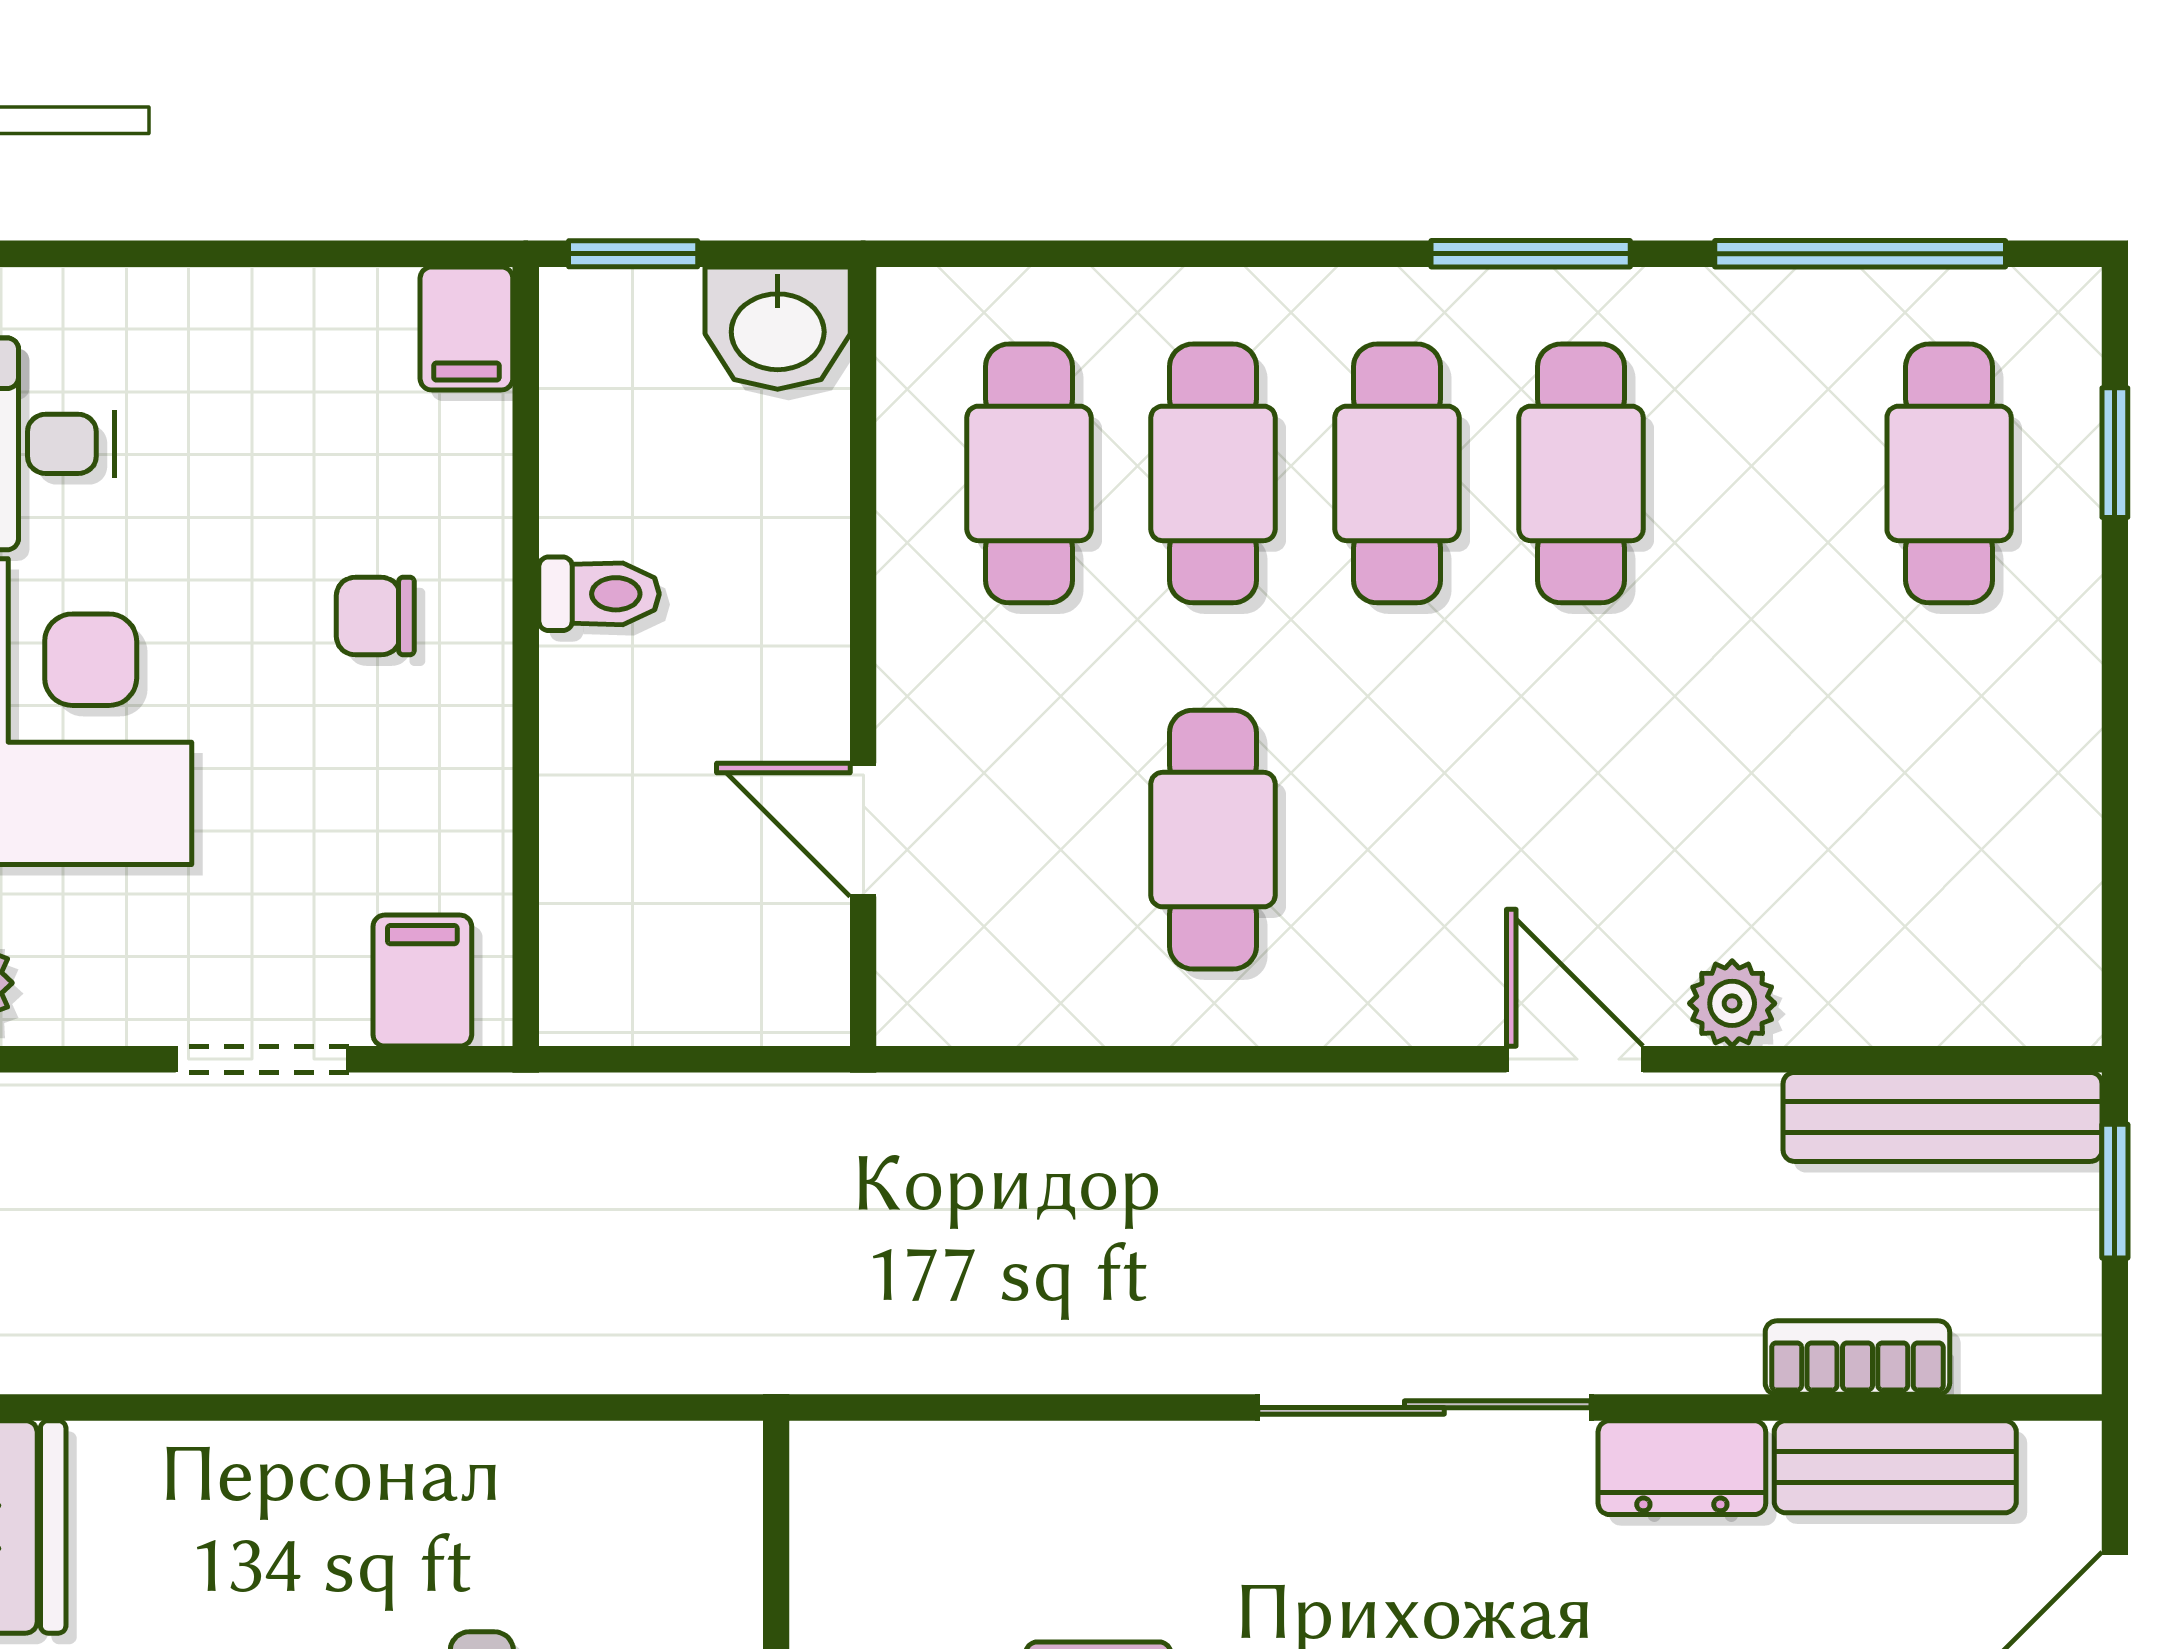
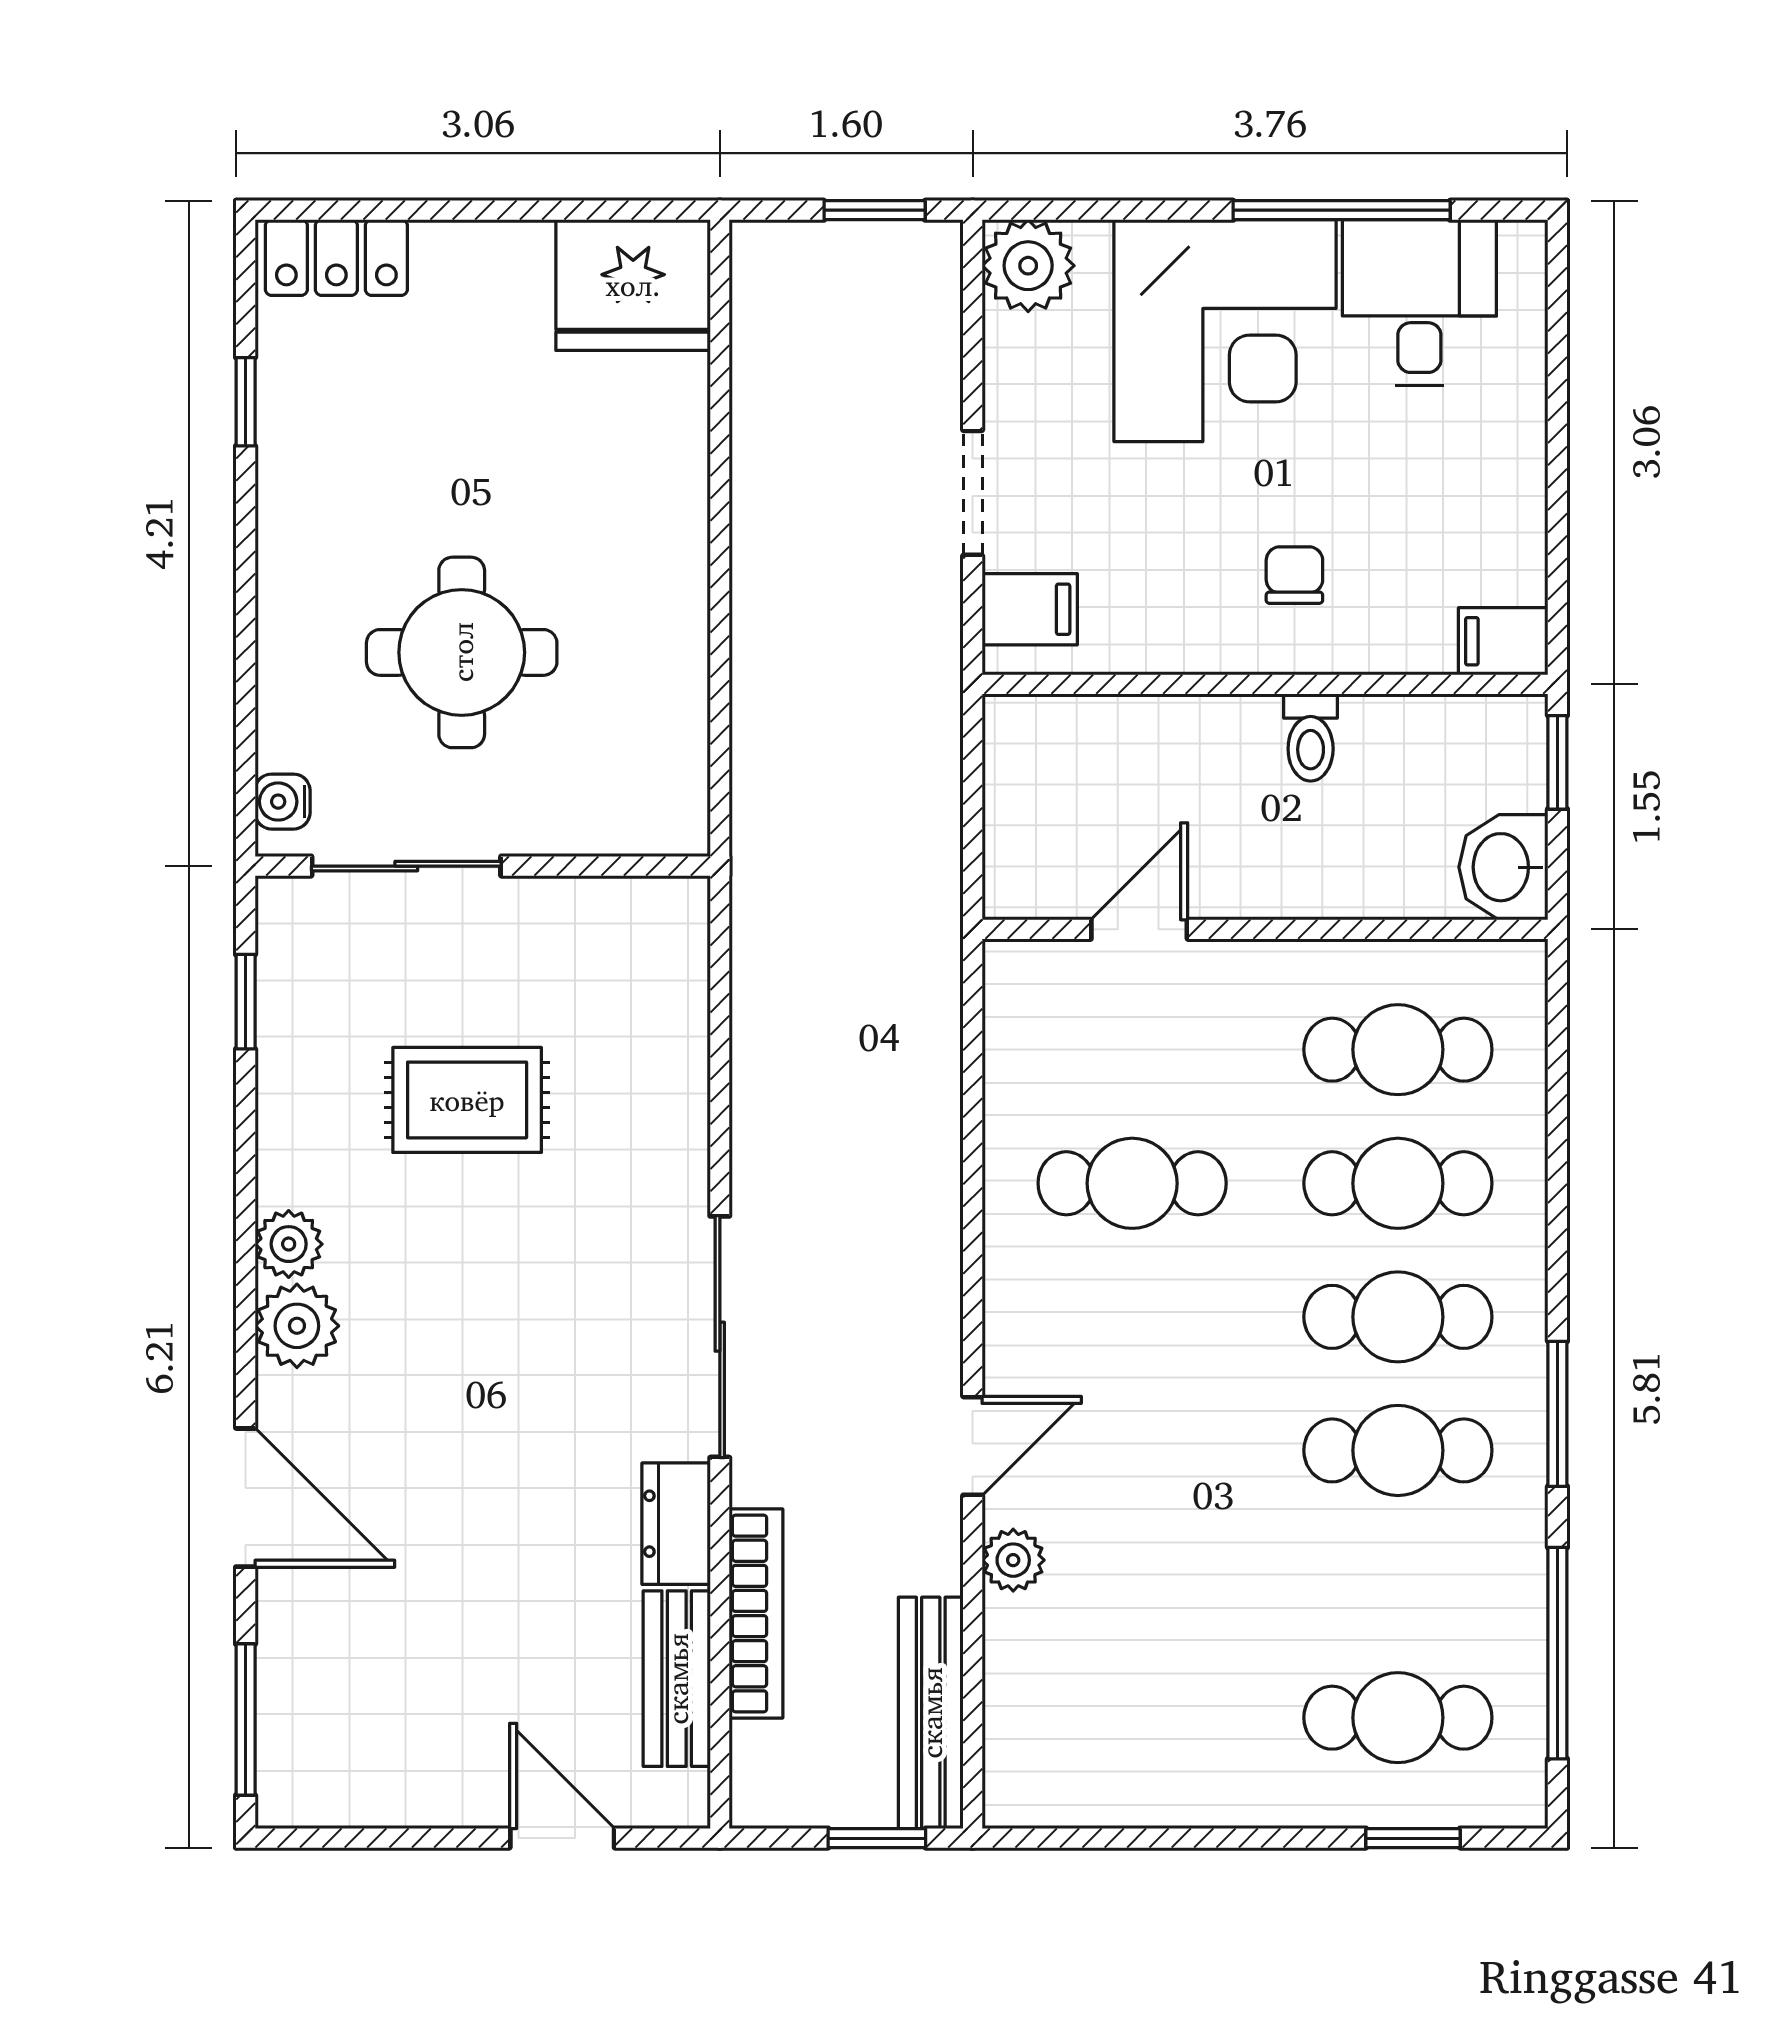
bookcase: (1857, 1358) -> (756, 1613), width x1.56

